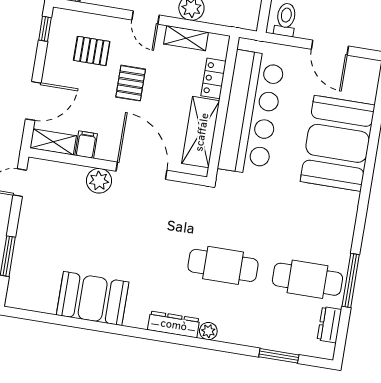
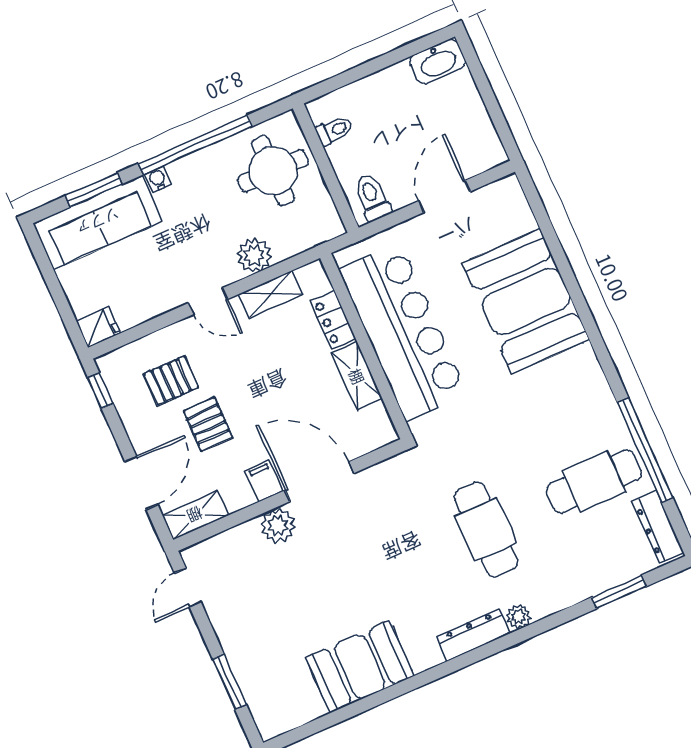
door: (330, 48) -> (444, 196), swing flipped
pallet: (131, 83) -> (208, 424), moved
shelving: (201, 132) -> (357, 376), width x0.67, depth x0.75
filing cabinet: (86, 145) -> (264, 481), moved
cafe table: (223, 265) -> (486, 529), turned 90
window: (351, 280) -> (645, 450), width x1.46
dresser: (329, 325) -> (658, 527), width x1.44

